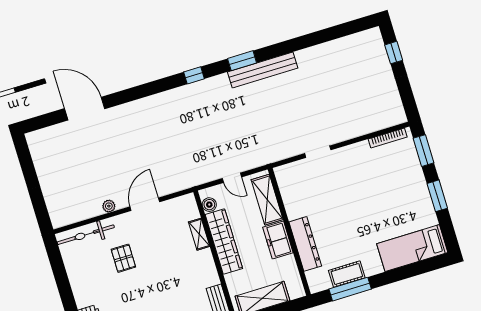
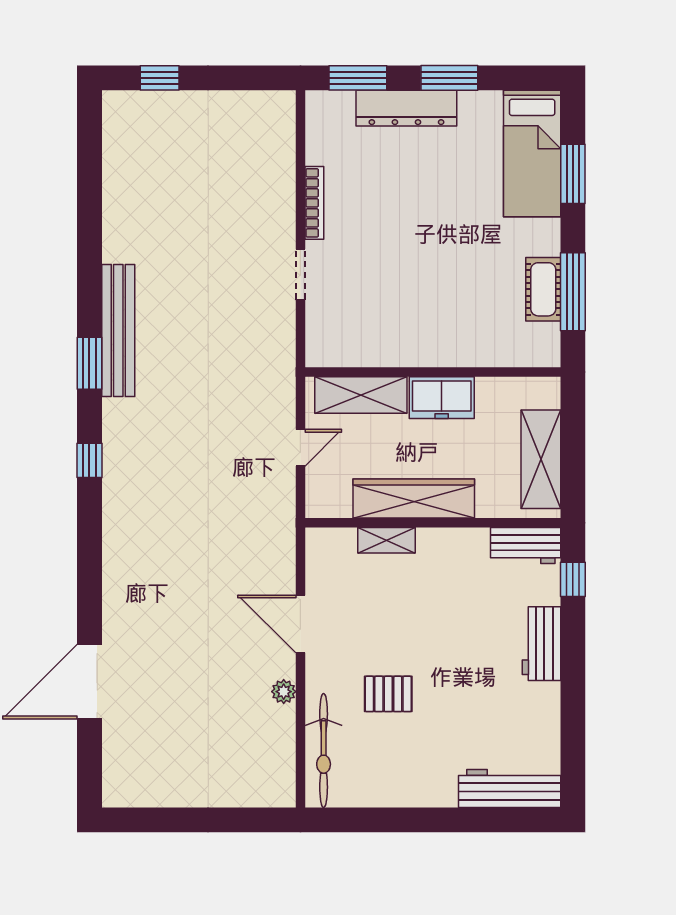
bookcase: (388, 138) -> (314, 203), moved
boiler: (209, 205) -> (337, 505), removed
dresser: (305, 244) -> (406, 108), moved, turned 180
window: (408, 271) -> (573, 174), added

